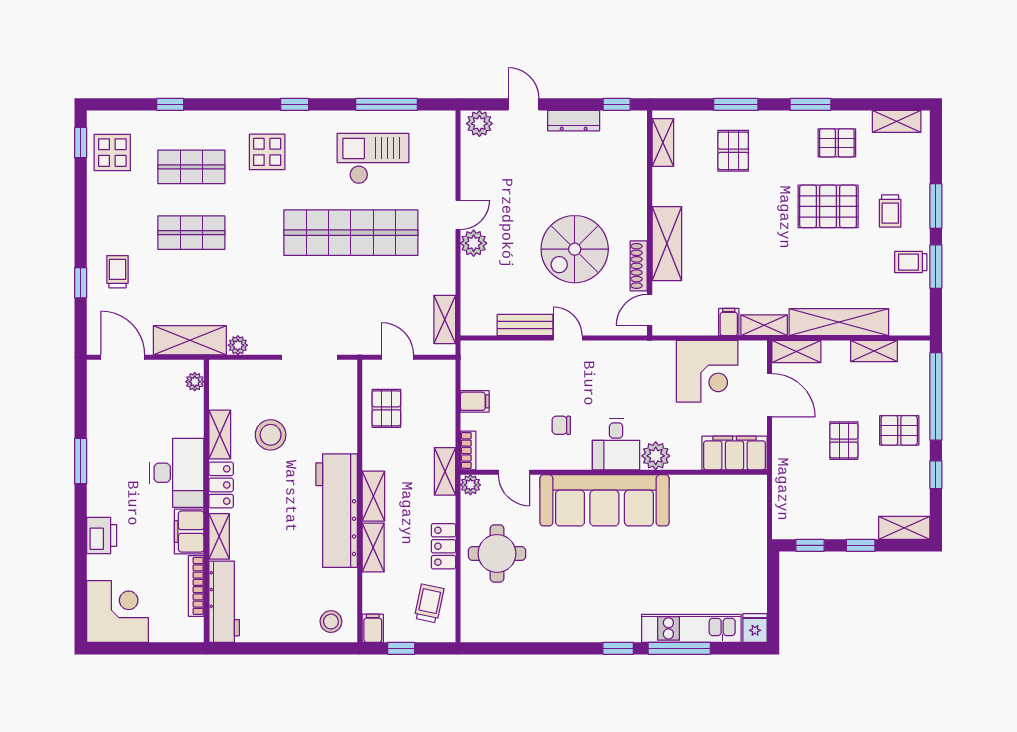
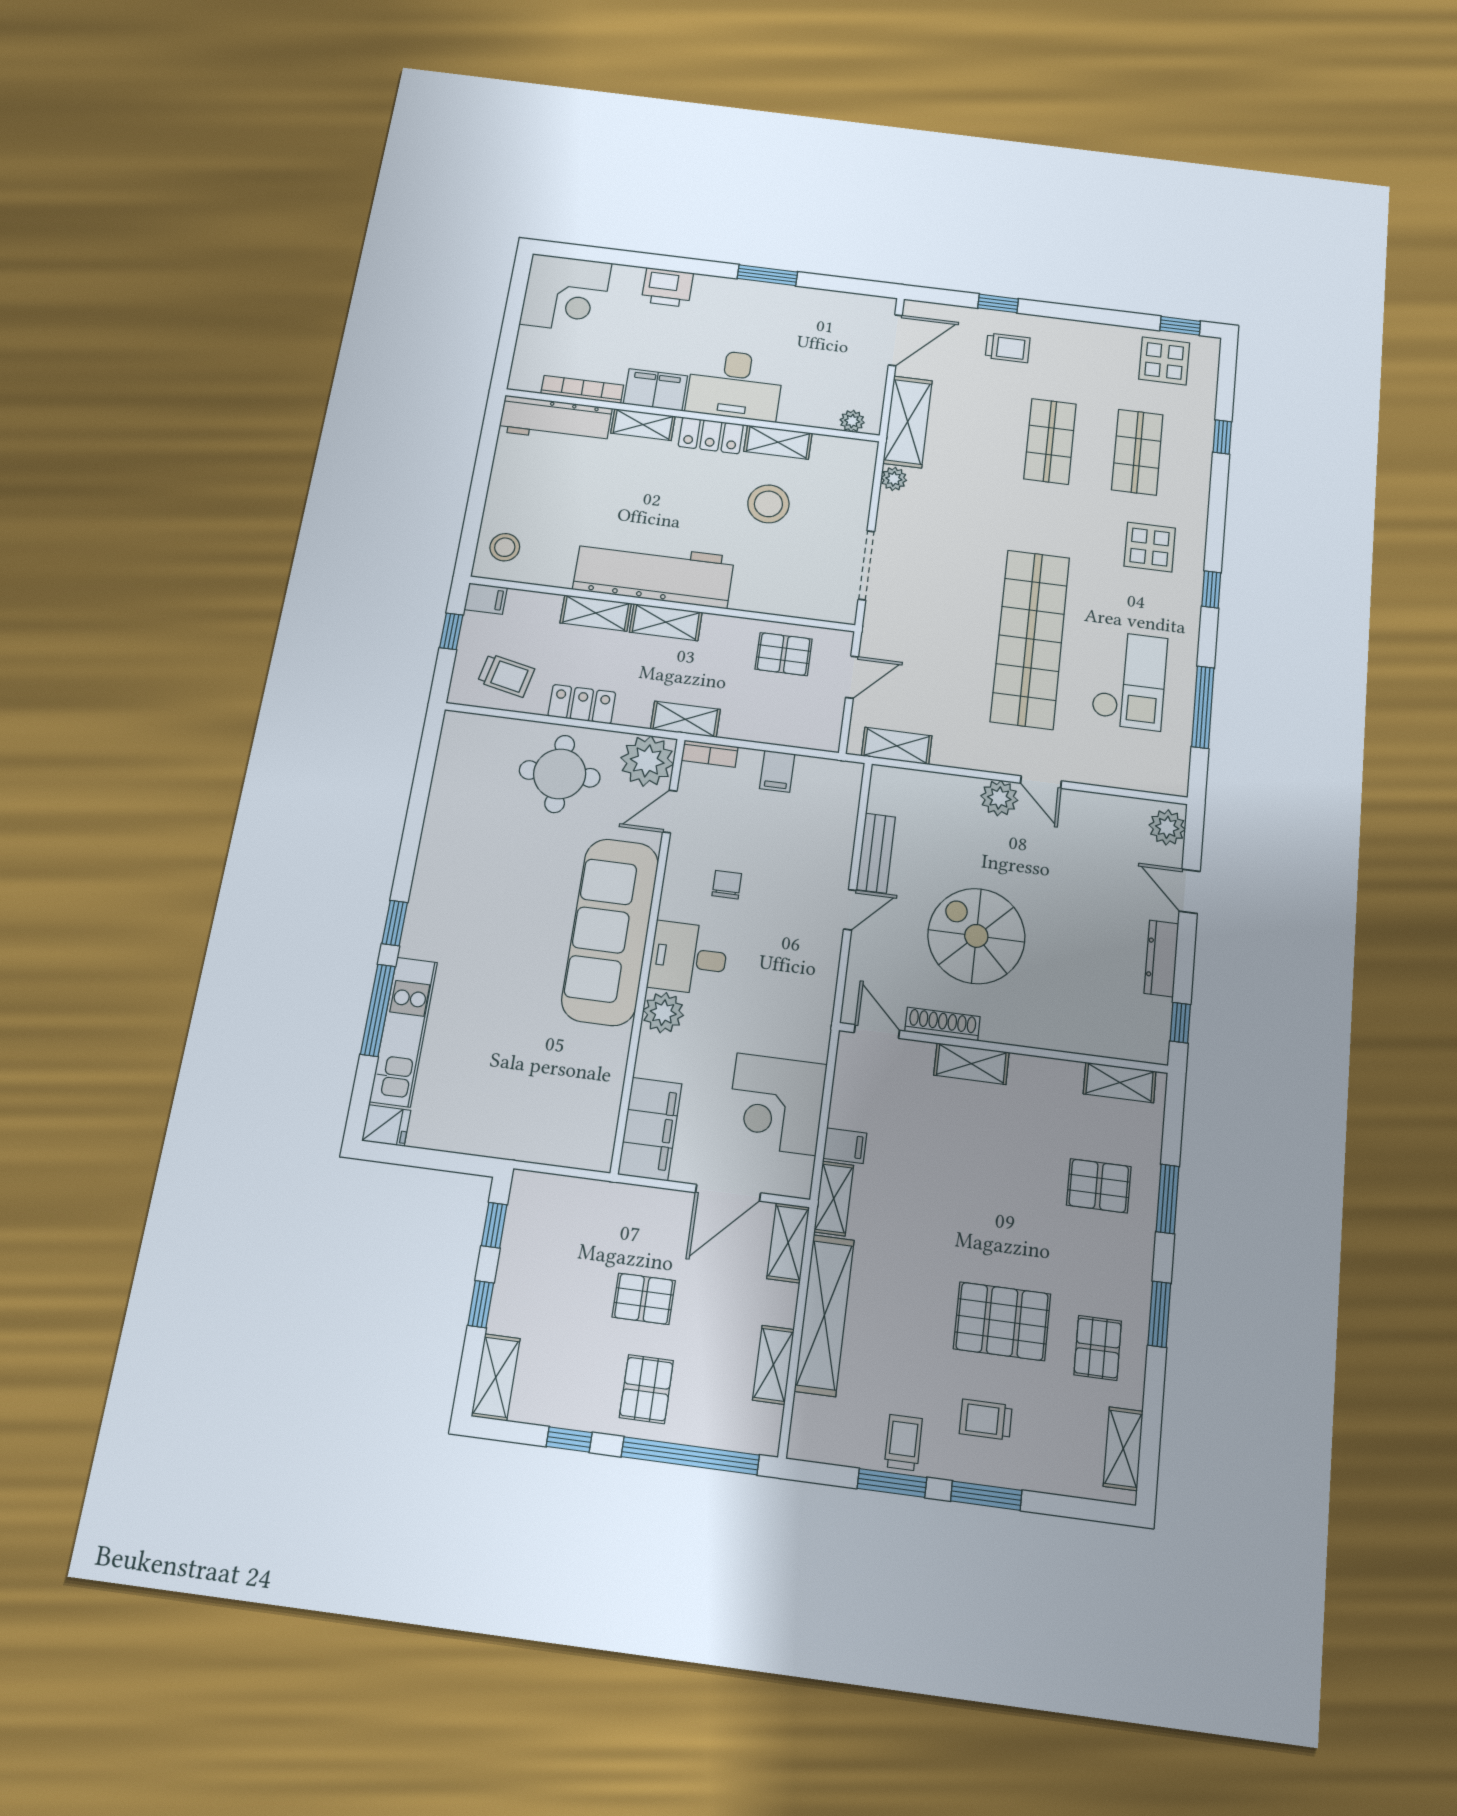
door: (524, 104) -> (1190, 891), swing flipped
pallet: (828, 206) -> (1002, 1321), turned 90
shelving: (667, 244) -> (971, 1064), width x0.67, depth x0.75
plant: (470, 485) -> (647, 761), width x1.88, depth x1.88

